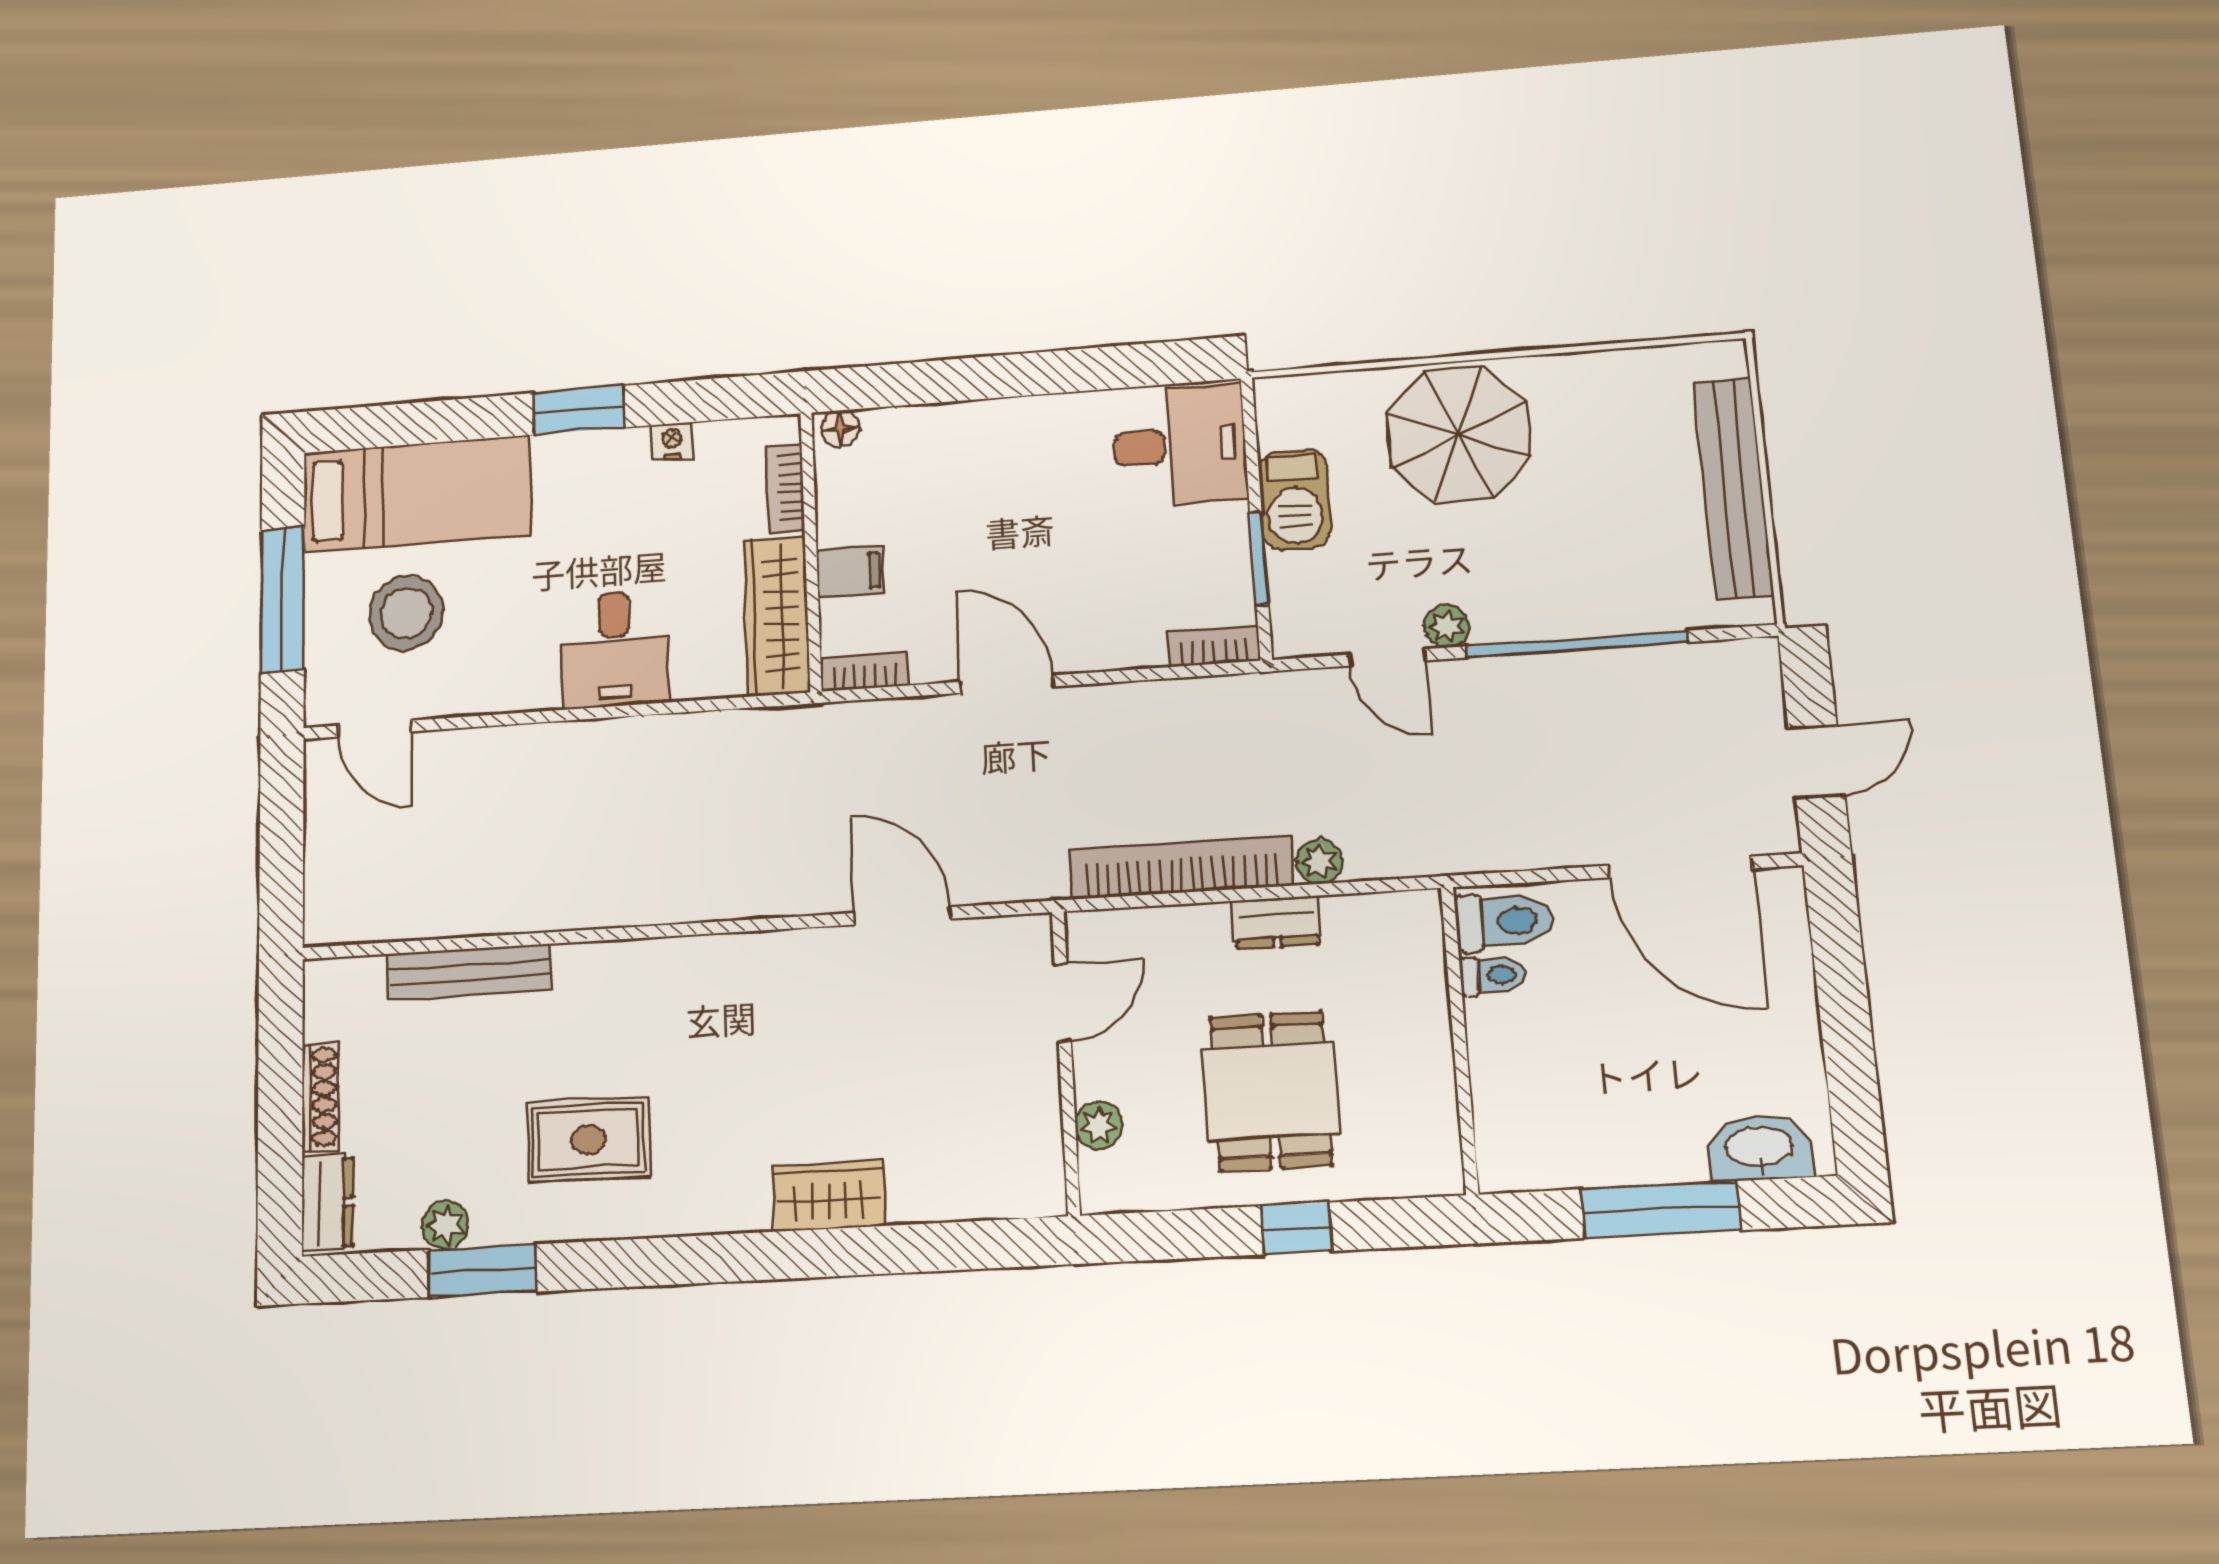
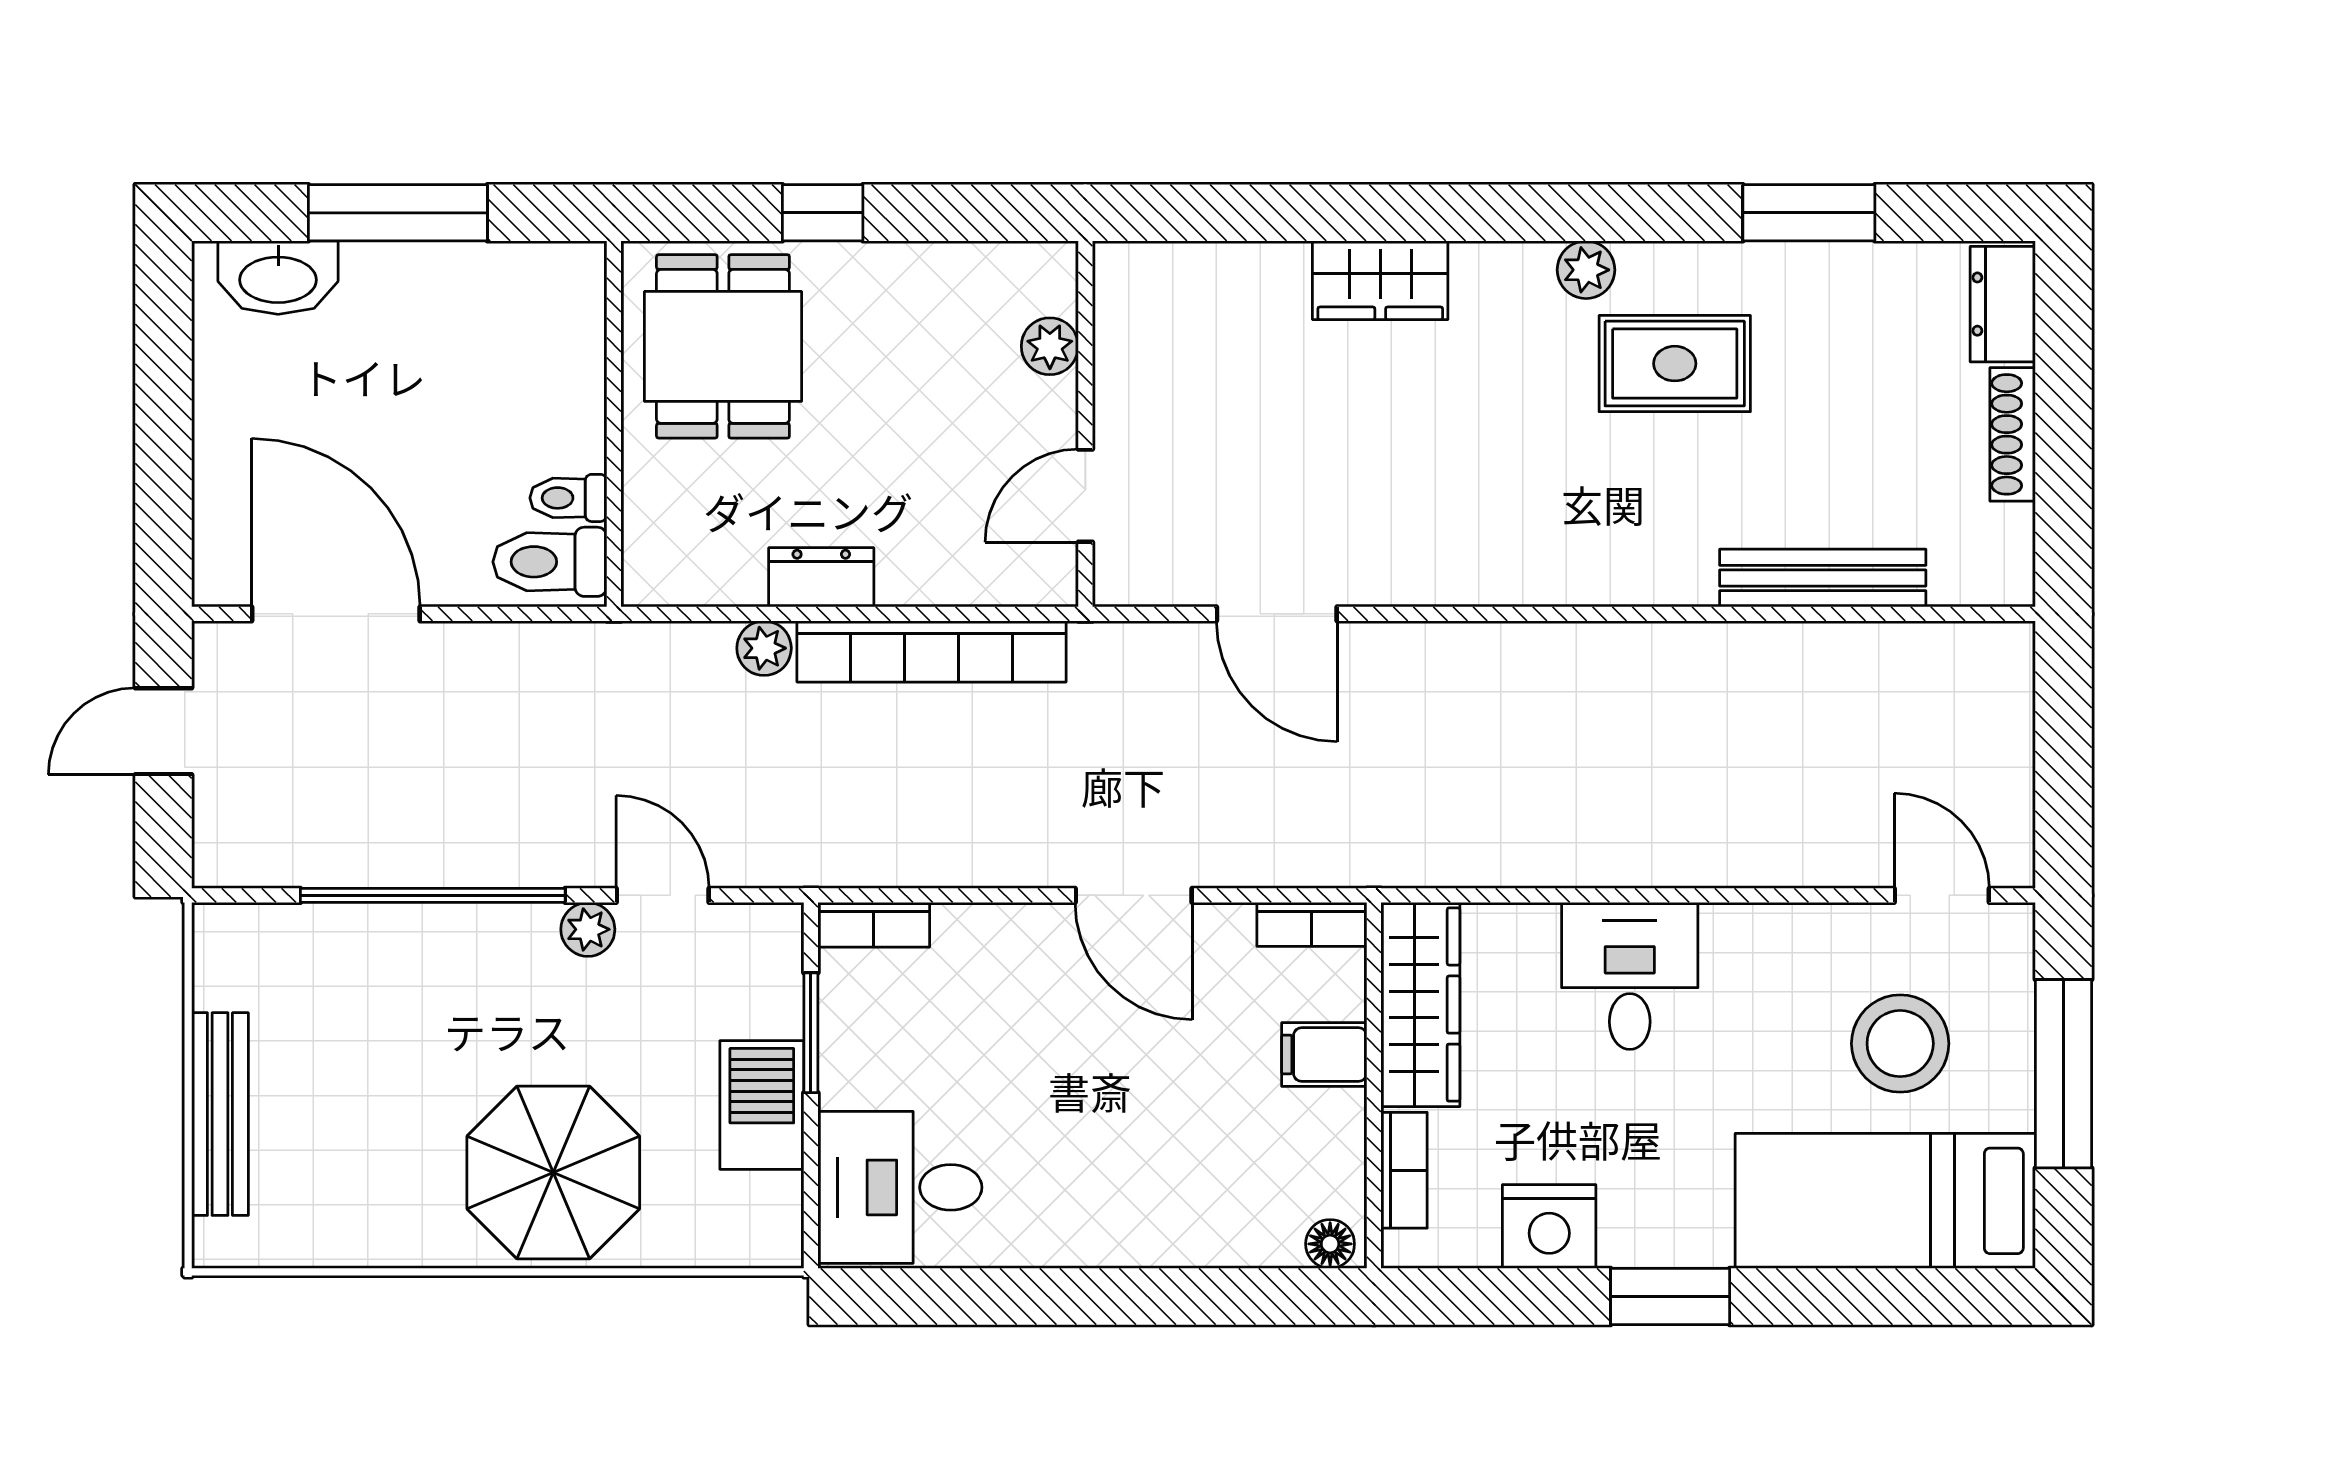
nightstand: (672, 441) -> (1549, 1226), width x1.89, depth x1.79
bench: (1734, 489) -> (220, 1114), width x0.73, depth x0.82
dining table: (1271, 1091) -> (723, 346), moved
plant: (445, 1225) -> (1586, 270), moved

